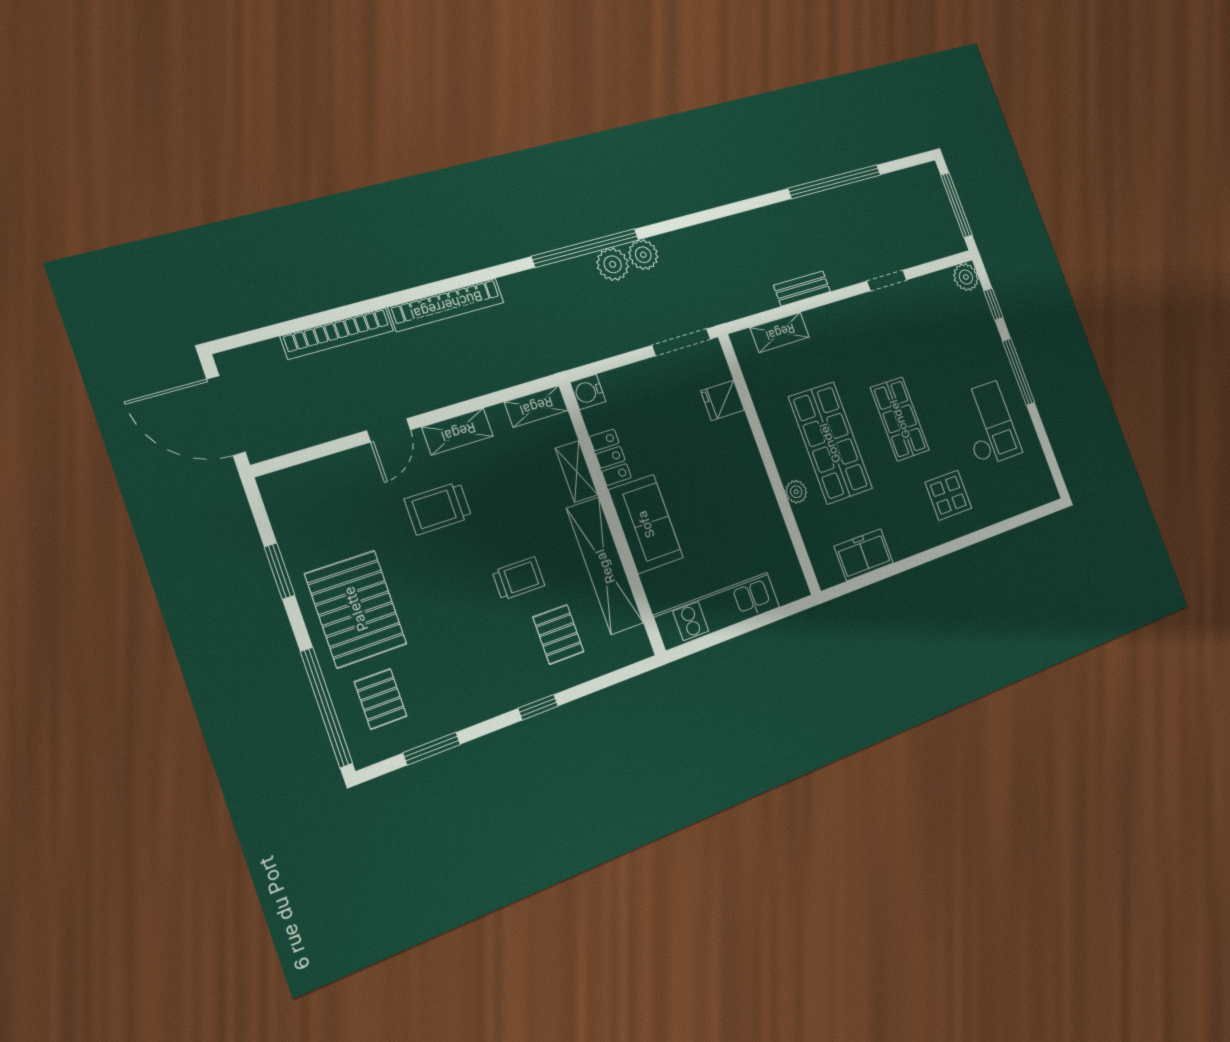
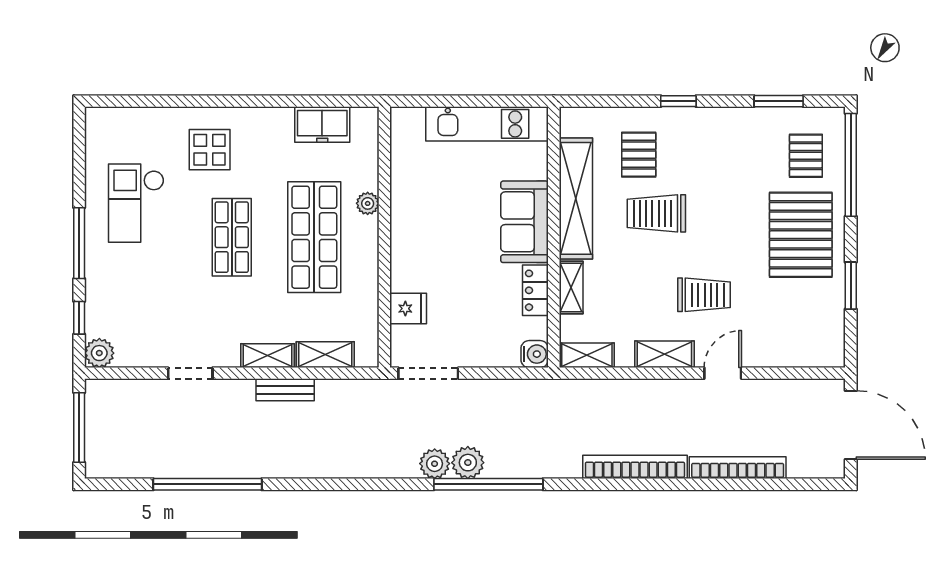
shelving: (829, 316) -> (268, 356), added
trolley: (518, 578) -> (656, 213), width x1.36, depth x1.39

